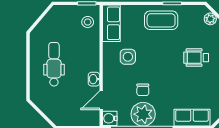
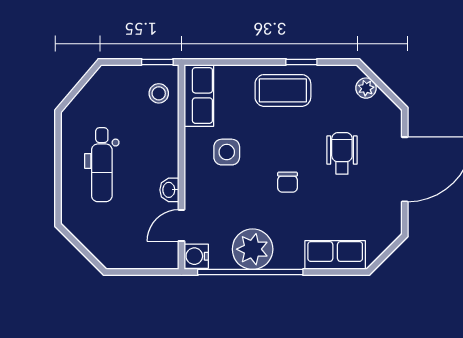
wheelchair: (196, 58) -> (342, 153), turned 90
dental chair: (54, 64) -> (102, 165), turned 180
chair: (143, 90) -> (287, 182), moved

